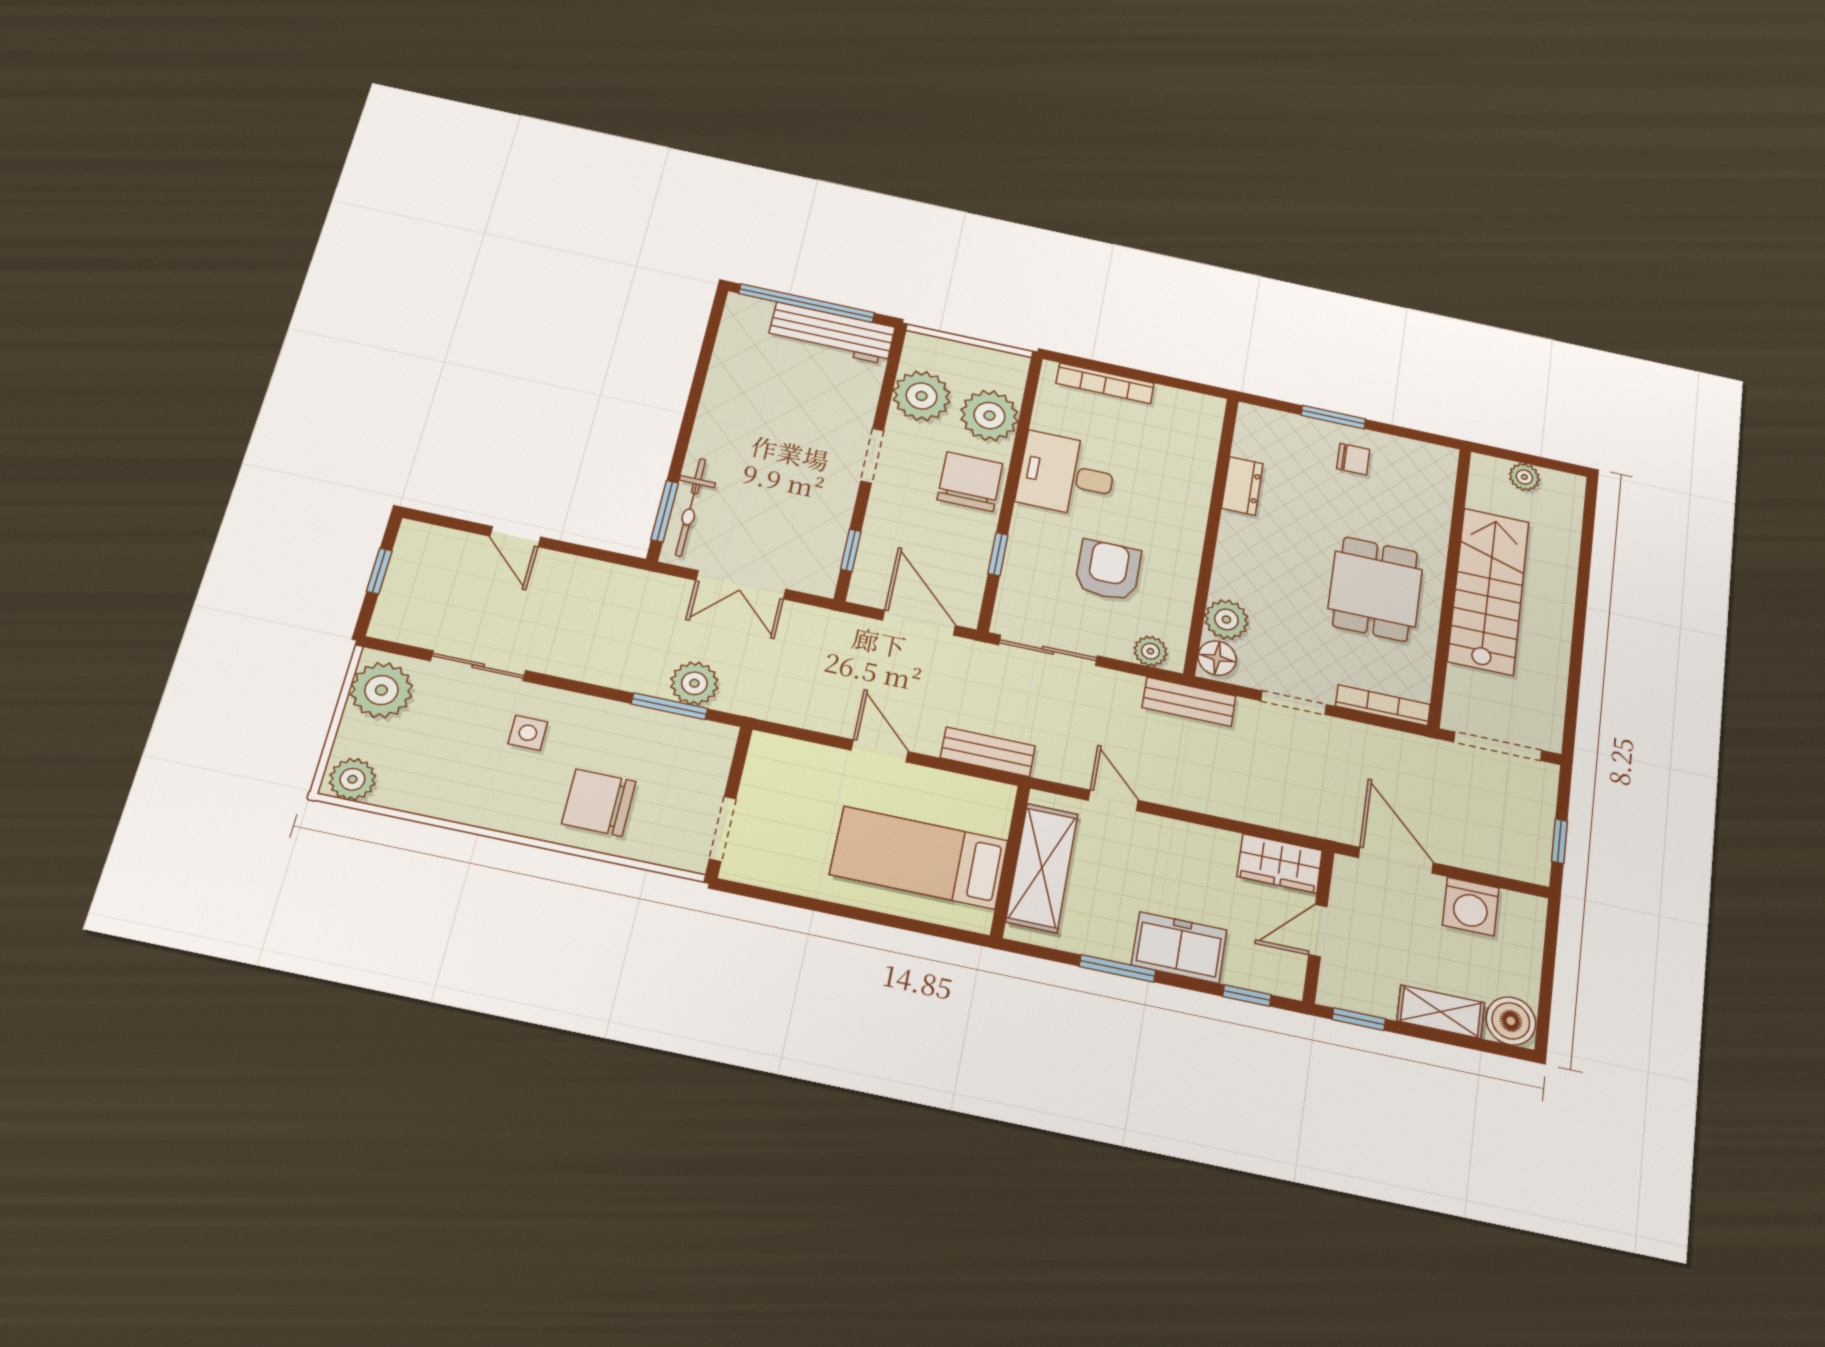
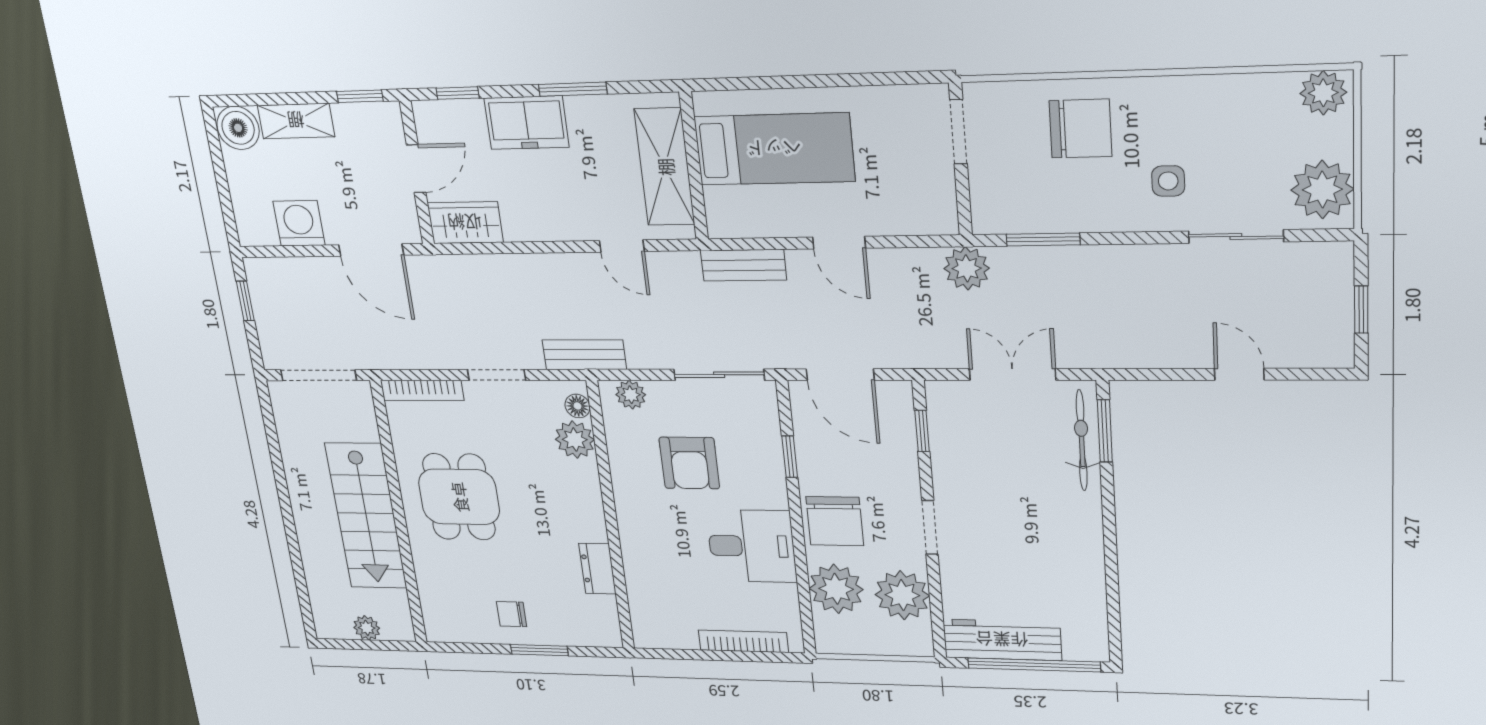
floor lamp: (1217, 658) -> (578, 406), width x0.73, depth x0.73
plant: (694, 683) -> (967, 268), moved

